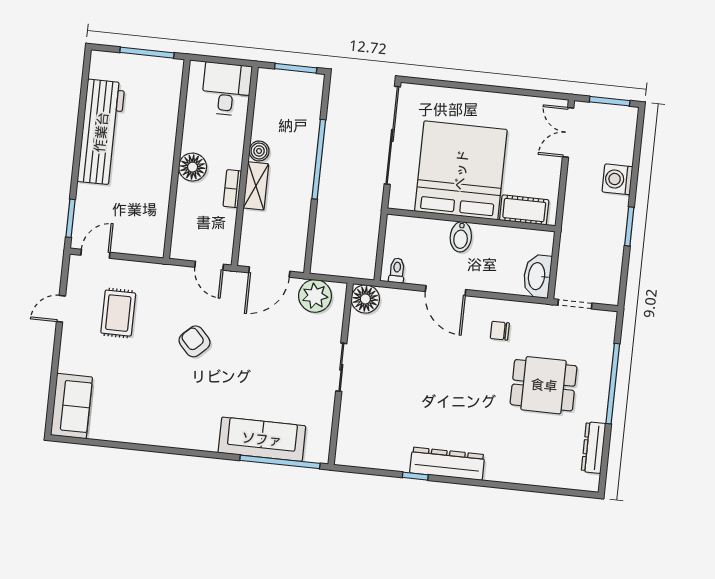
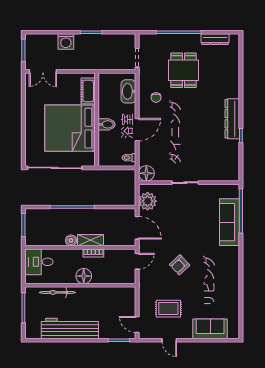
bicycle: (168, 117) -> (57, 292), added
washbasin: (537, 276) -> (128, 91), moved, turned 90
sofa: (71, 406) -> (210, 329), moved

